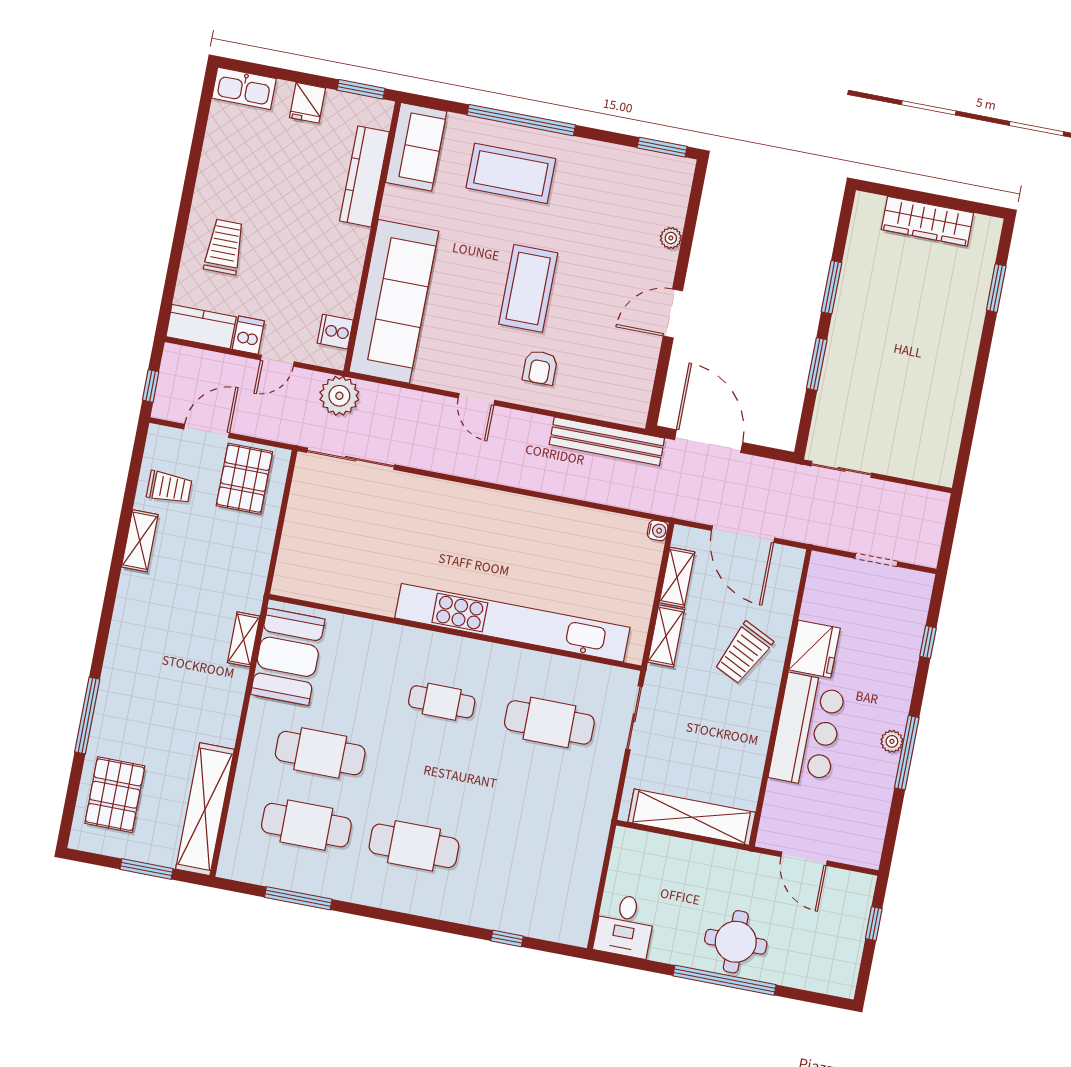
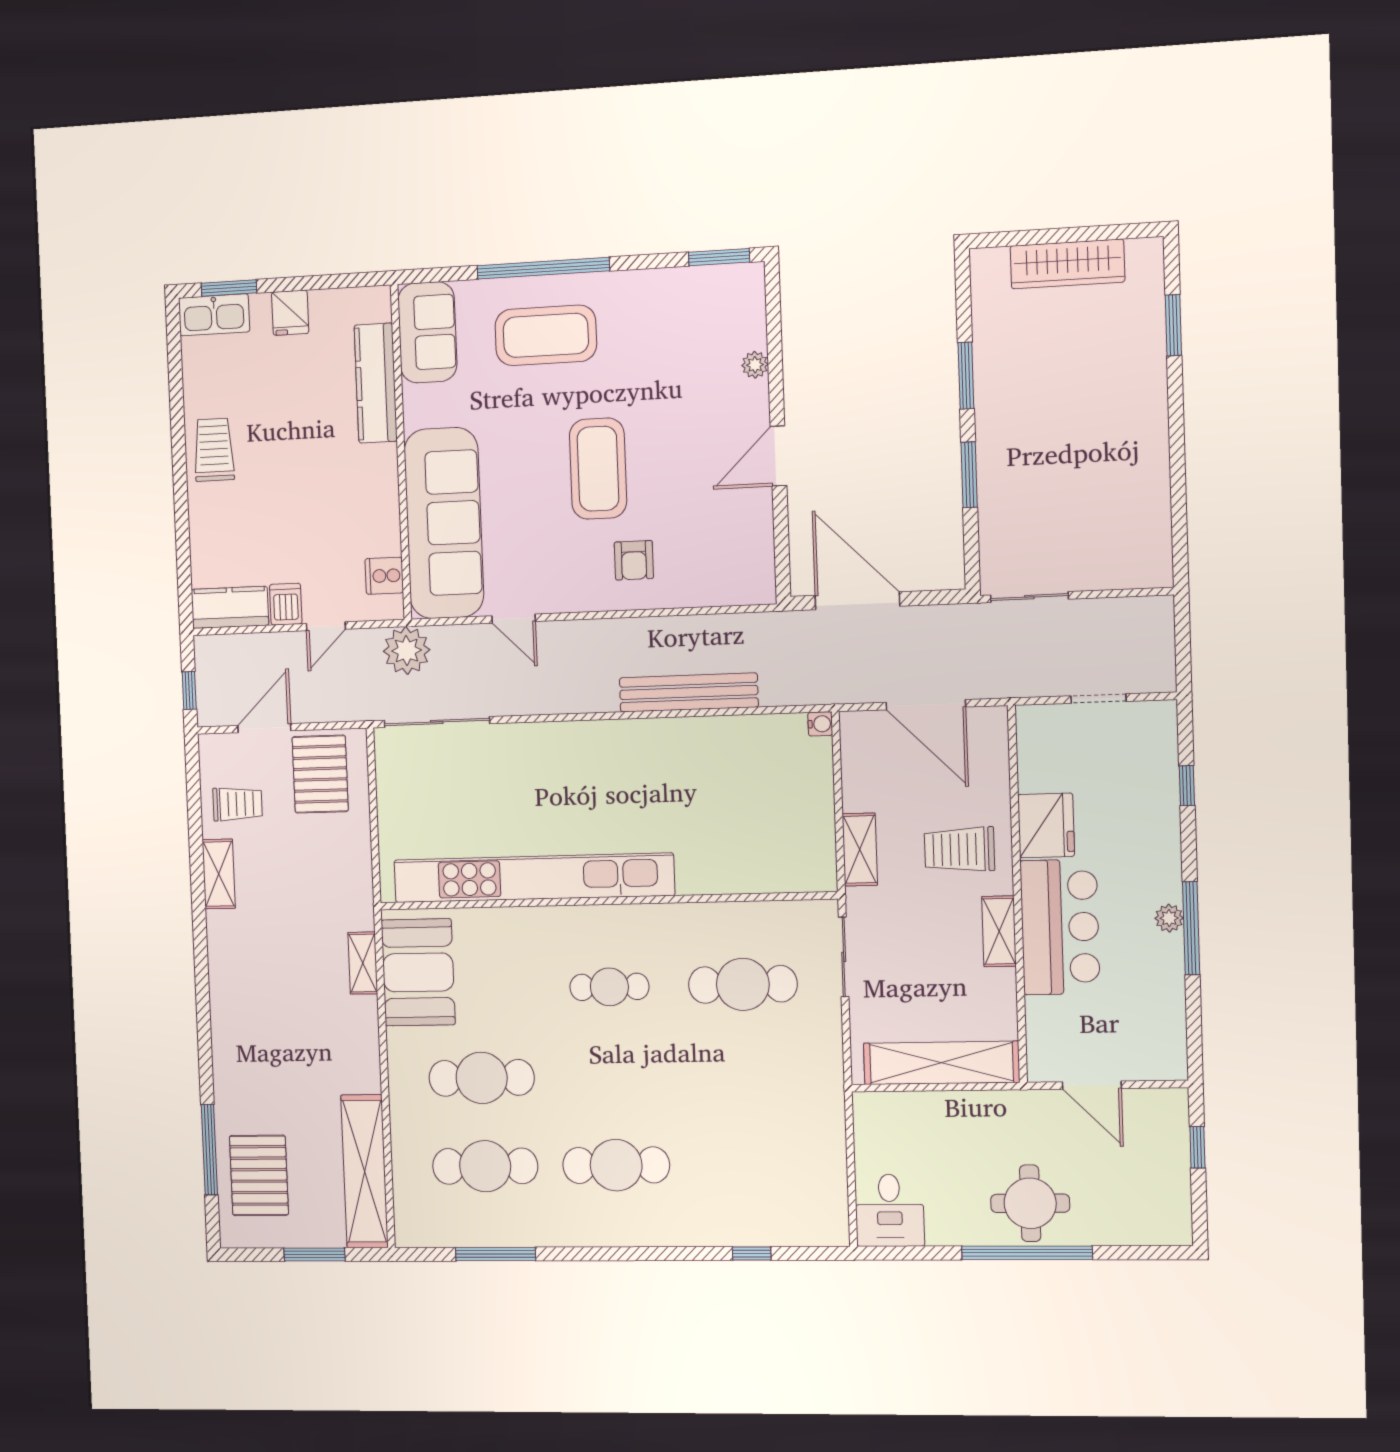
window: (361, 89) -> (229, 288), moved
trolley: (224, 247) -> (214, 450), moved
door: (476, 399) -> (514, 619), moved
bench: (607, 441) -> (689, 692), moved
shelving: (677, 577) -> (999, 931), moved
kitchen unit: (512, 623) -> (533, 878), moved
trolley: (744, 653) -> (959, 849), turned 64
window: (87, 716) -> (209, 1150), moved

